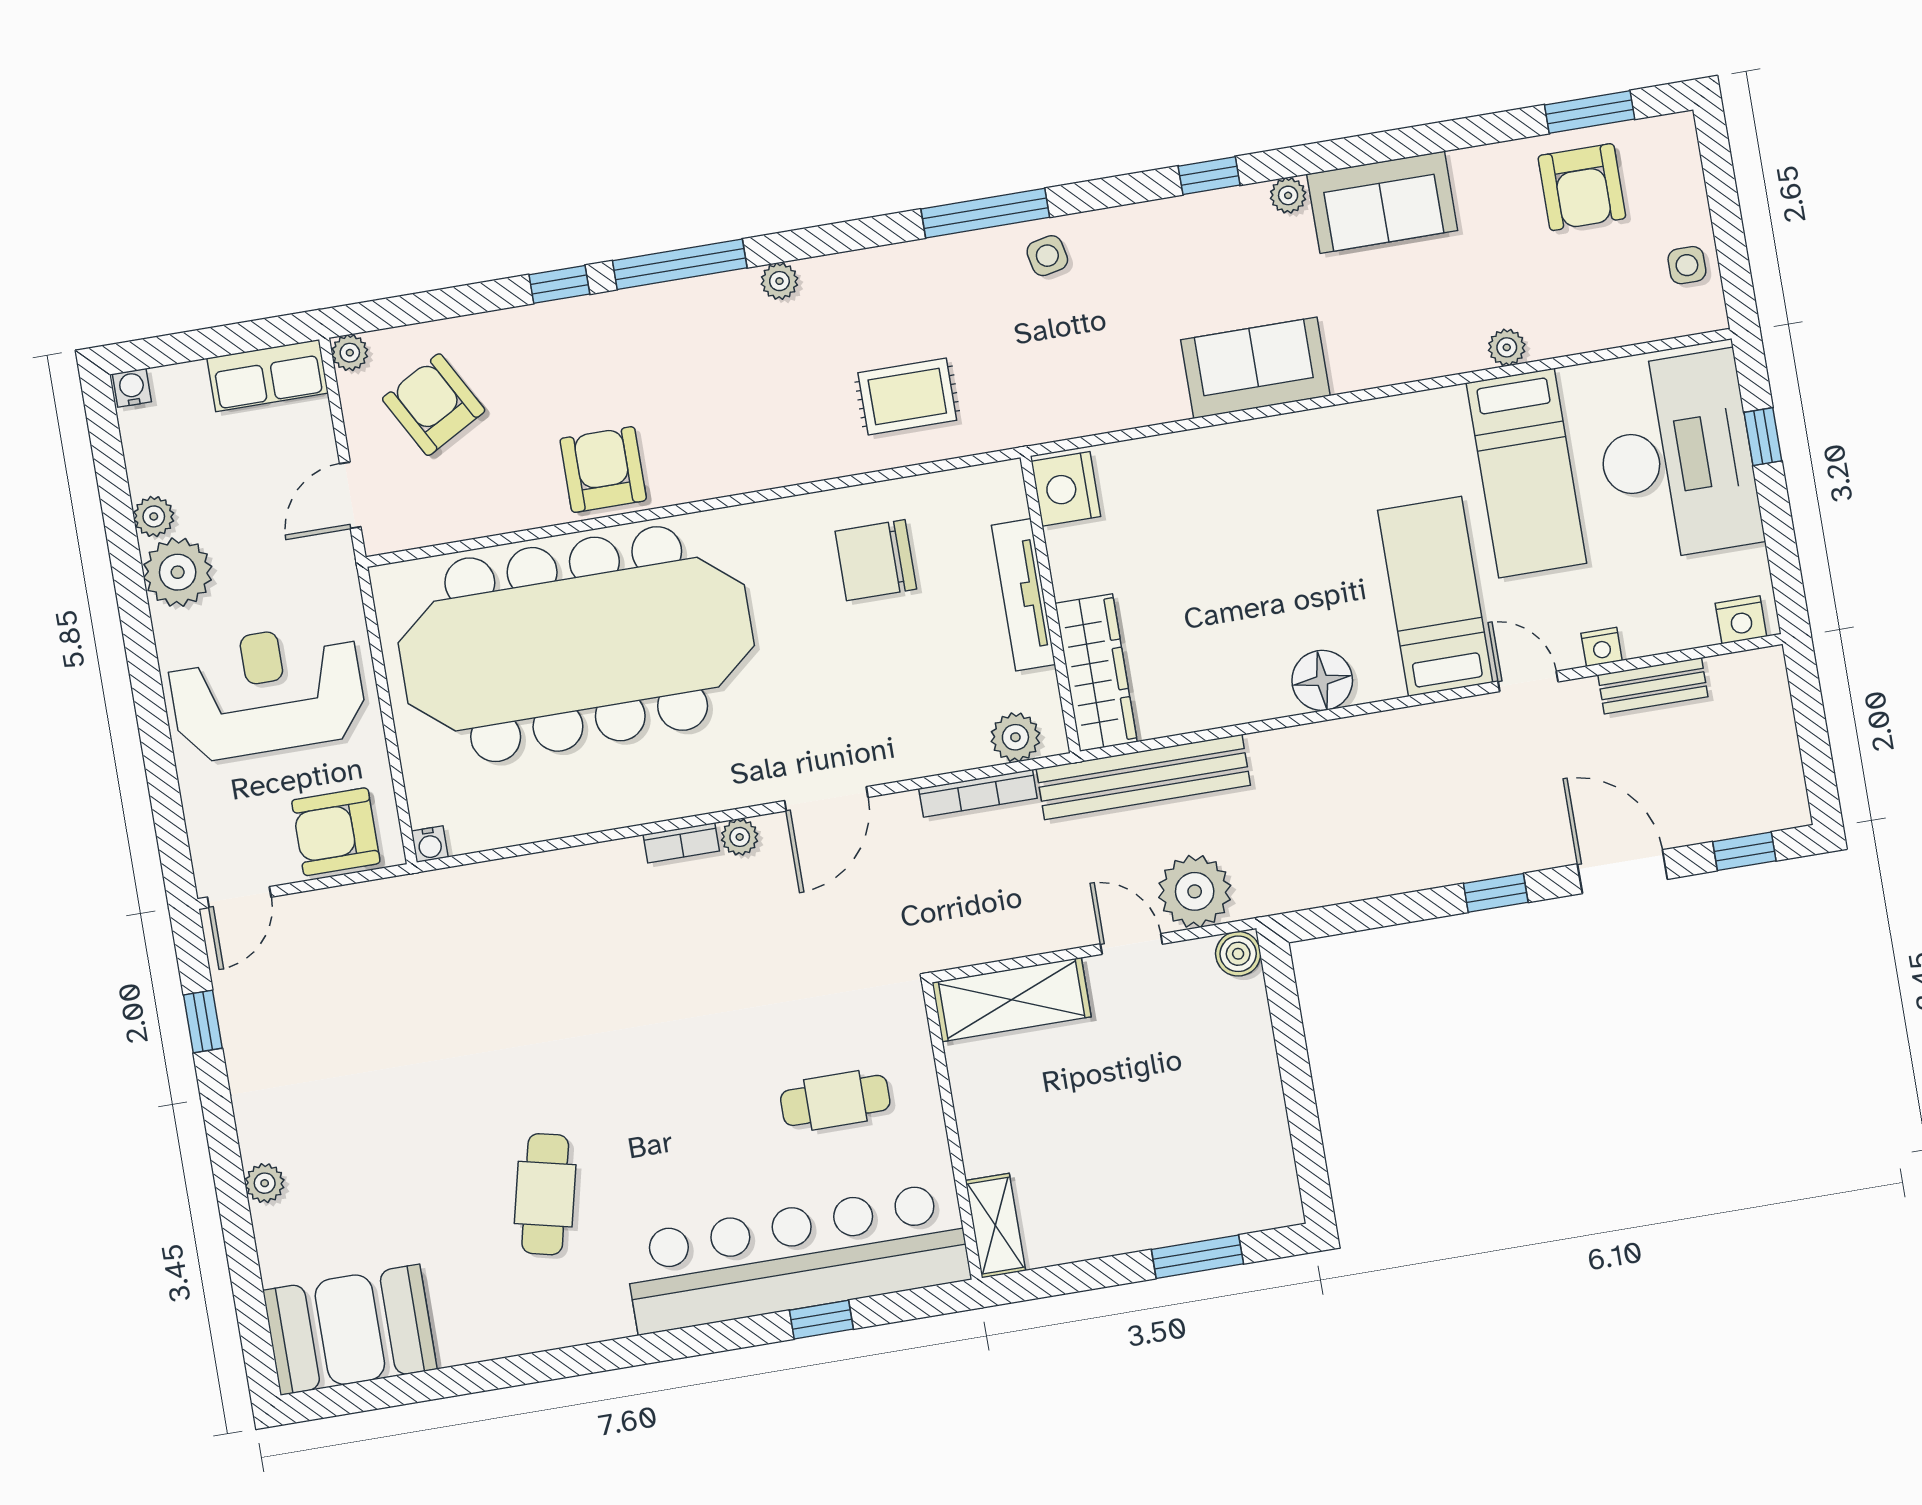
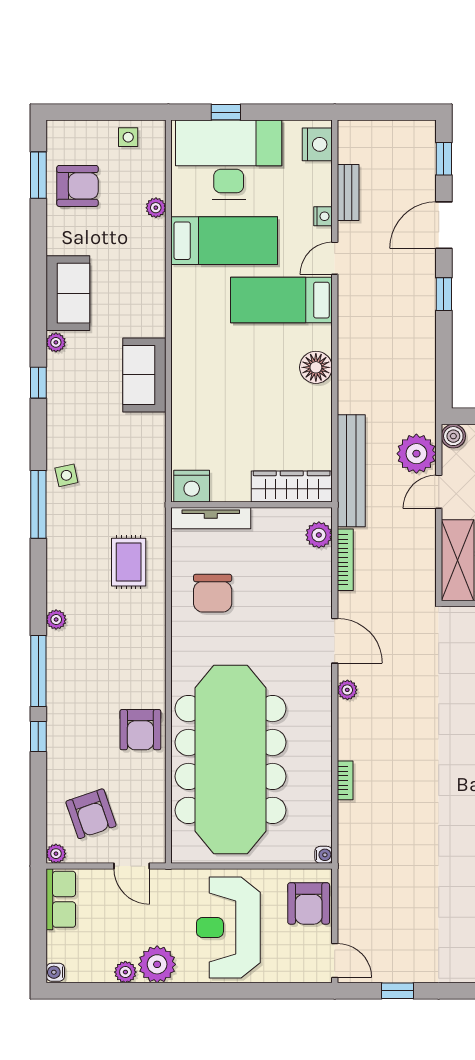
plant: (1507, 347) -> (156, 208), moved
armchair: (434, 405) -> (91, 814), turned -80
armchair: (603, 470) -> (140, 730), turned -90
tv unit: (1023, 595) -> (211, 518), moved
nightstand: (1741, 620) -> (317, 144), width x1.36, depth x1.33
bookcase: (681, 843) -> (345, 780), moved

